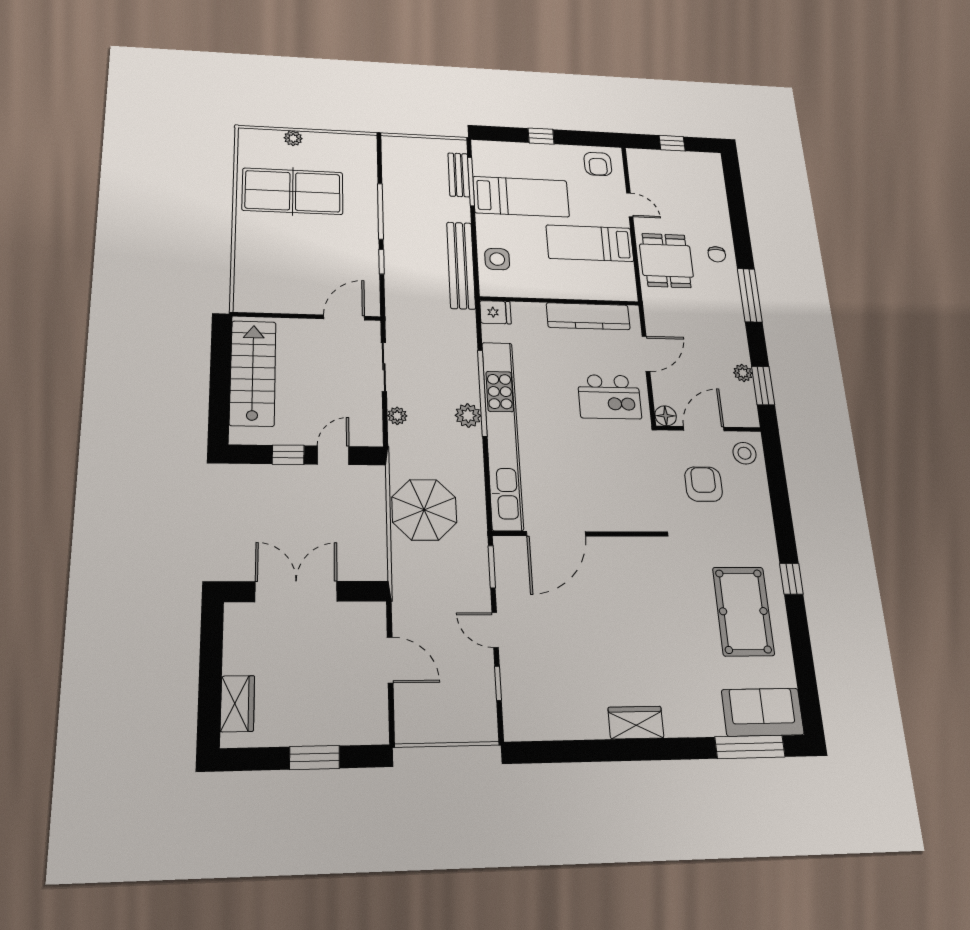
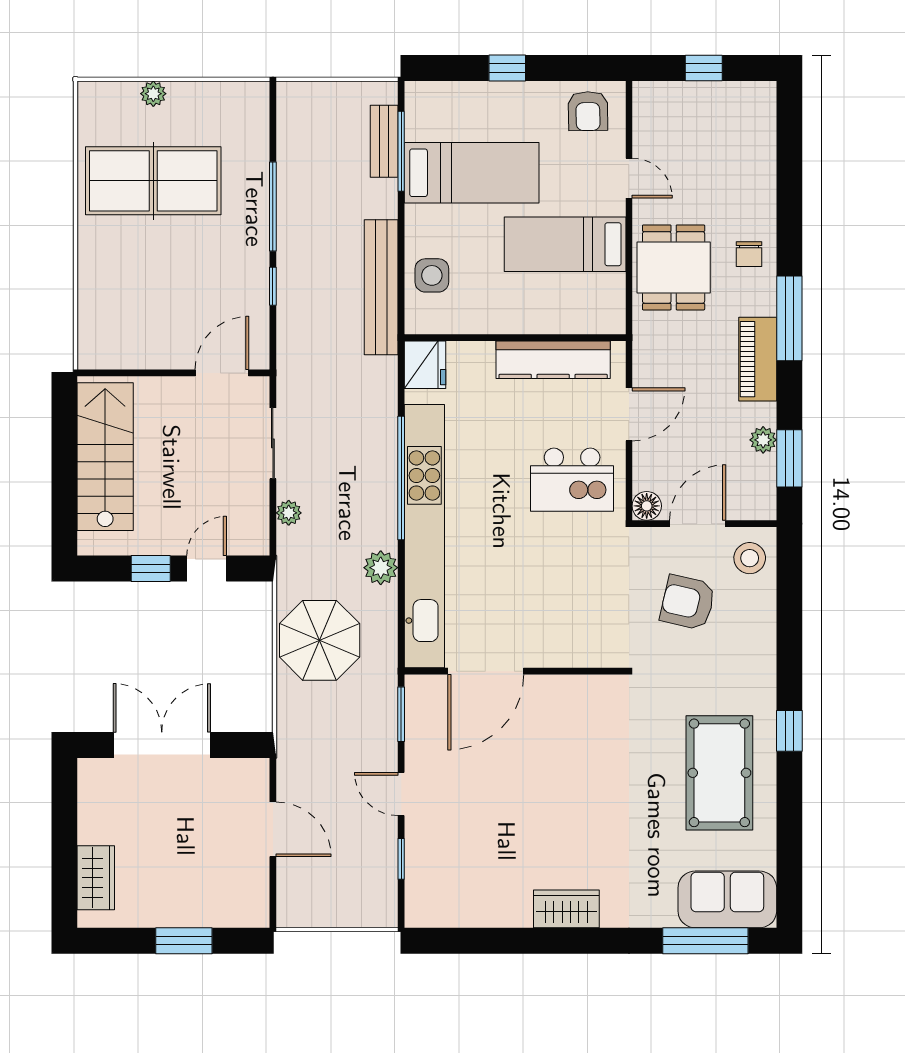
fridge: (495, 312) -> (425, 365), width x1.38
piano: (732, 320) -> (758, 359), added
plant: (468, 415) -> (381, 568), moved
armchair: (704, 484) -> (688, 602), turned -77

